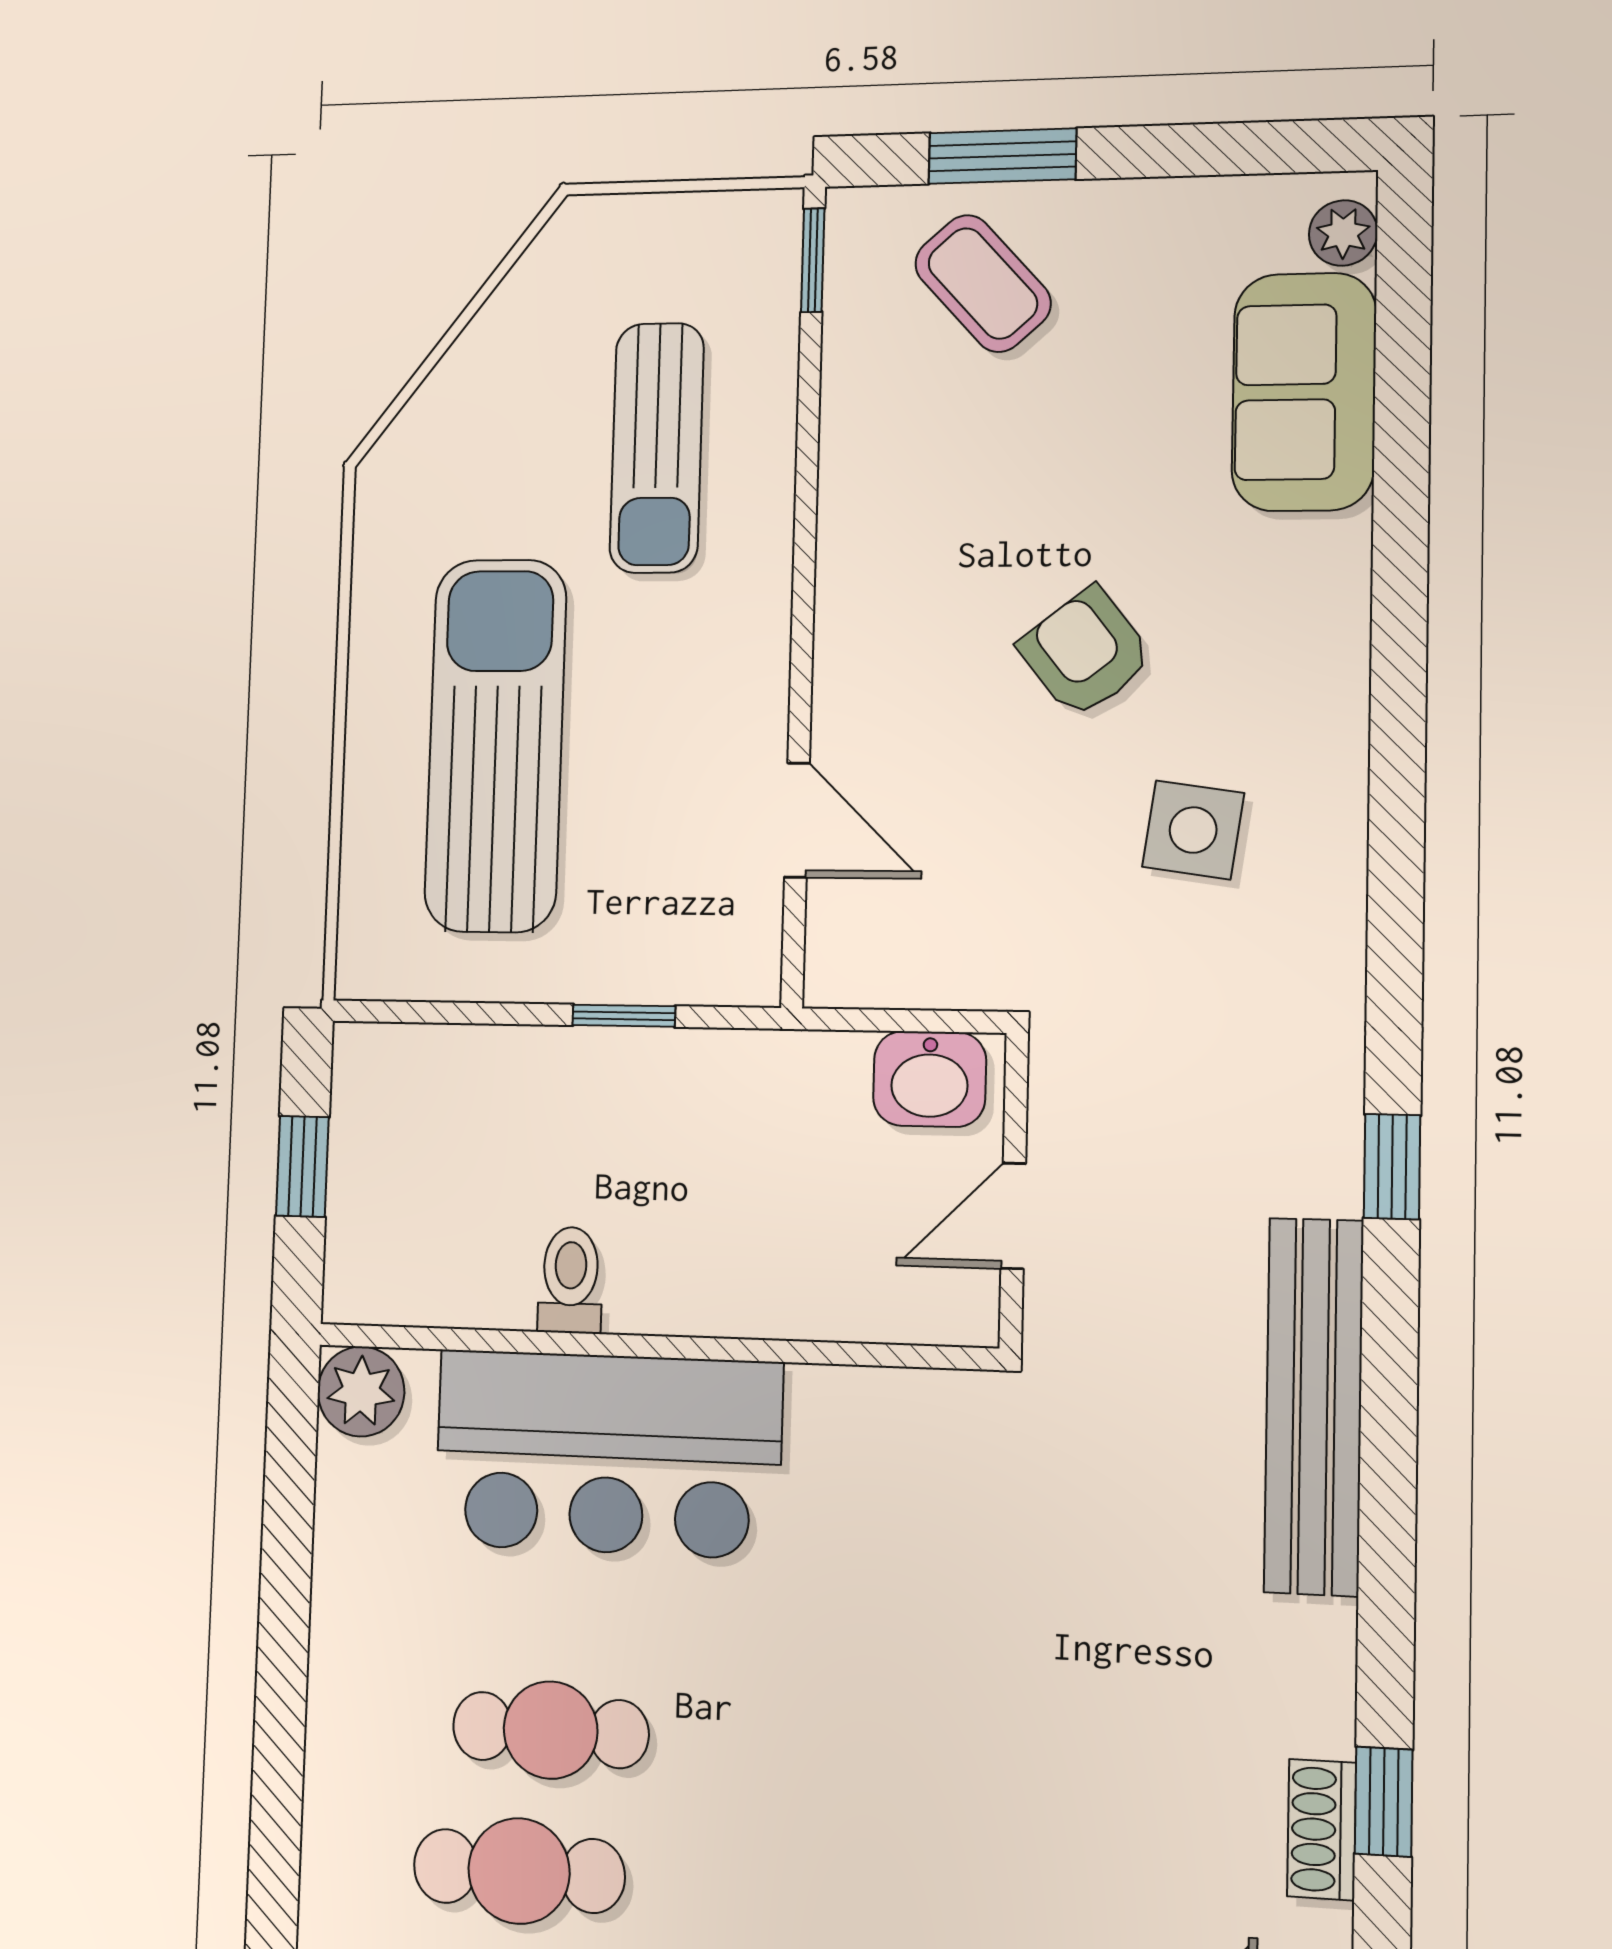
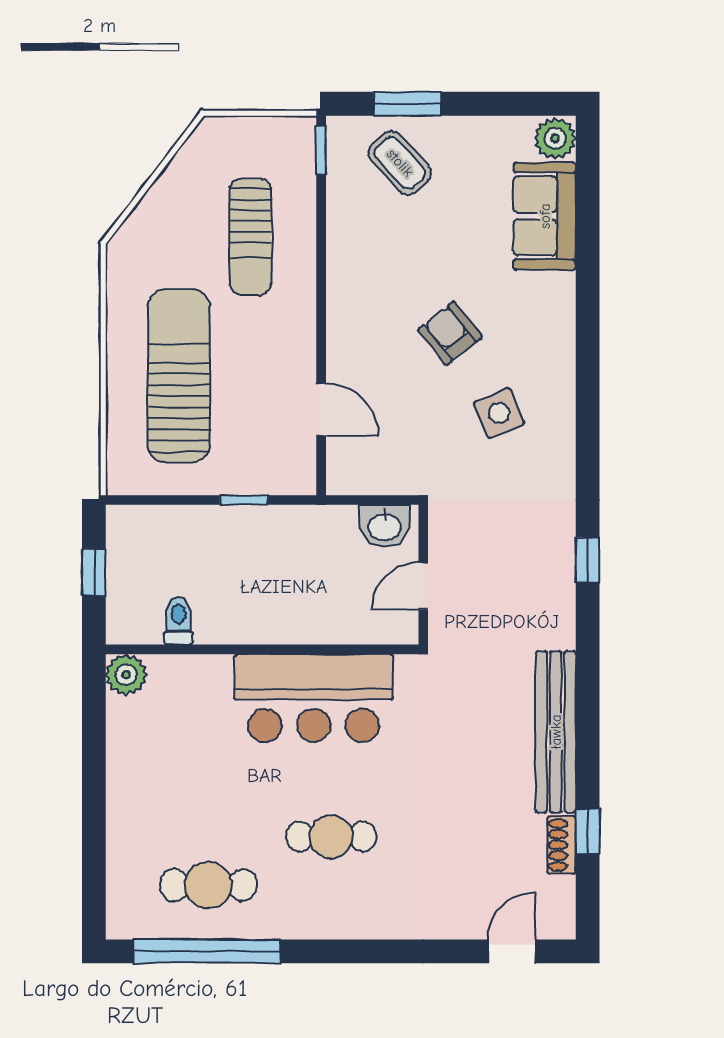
plant: (1343, 233) -> (555, 138), width x1.38, depth x1.38
side table: (1193, 830) -> (499, 413), turned -31
toilet: (570, 1280) -> (178, 621), moved
bench: (1314, 1406) -> (556, 732), moved
bar counter: (608, 1454) -> (314, 698), moved
cafe table: (551, 1730) -> (331, 837), moved

